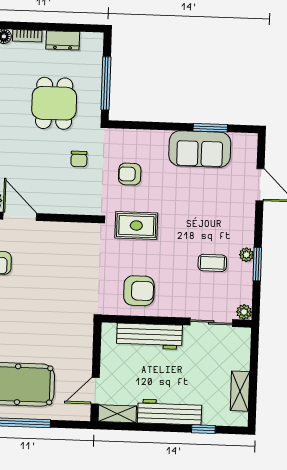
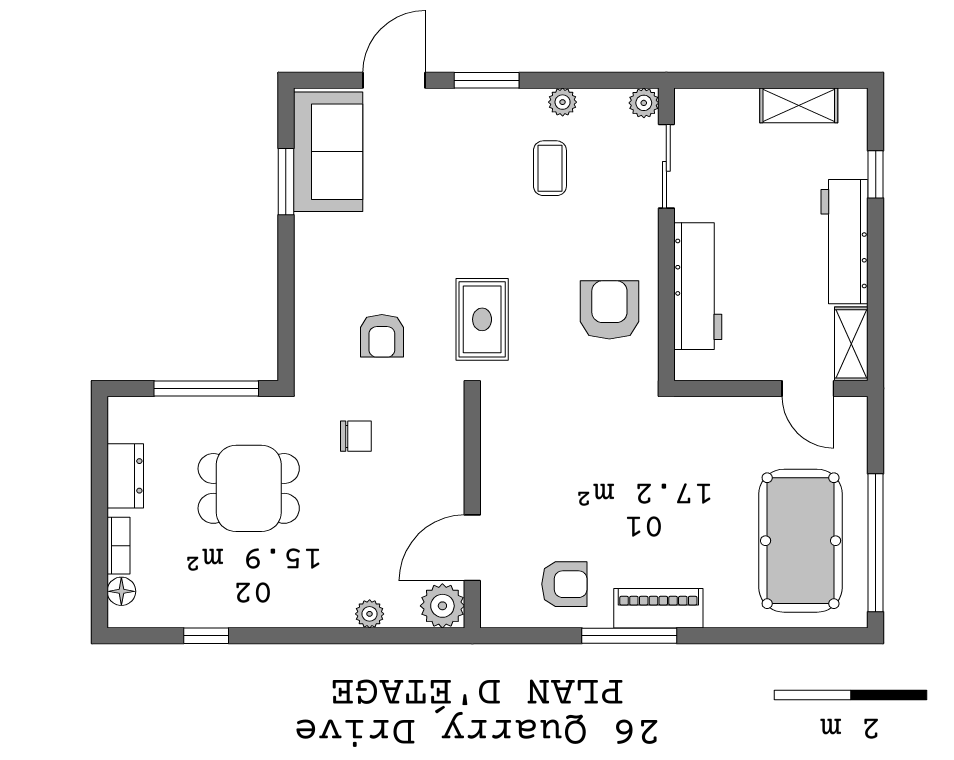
sofa: (200, 149) -> (328, 152), moved
plant: (246, 255) -> (563, 102), moved
window: (257, 264) -> (487, 80), moved

